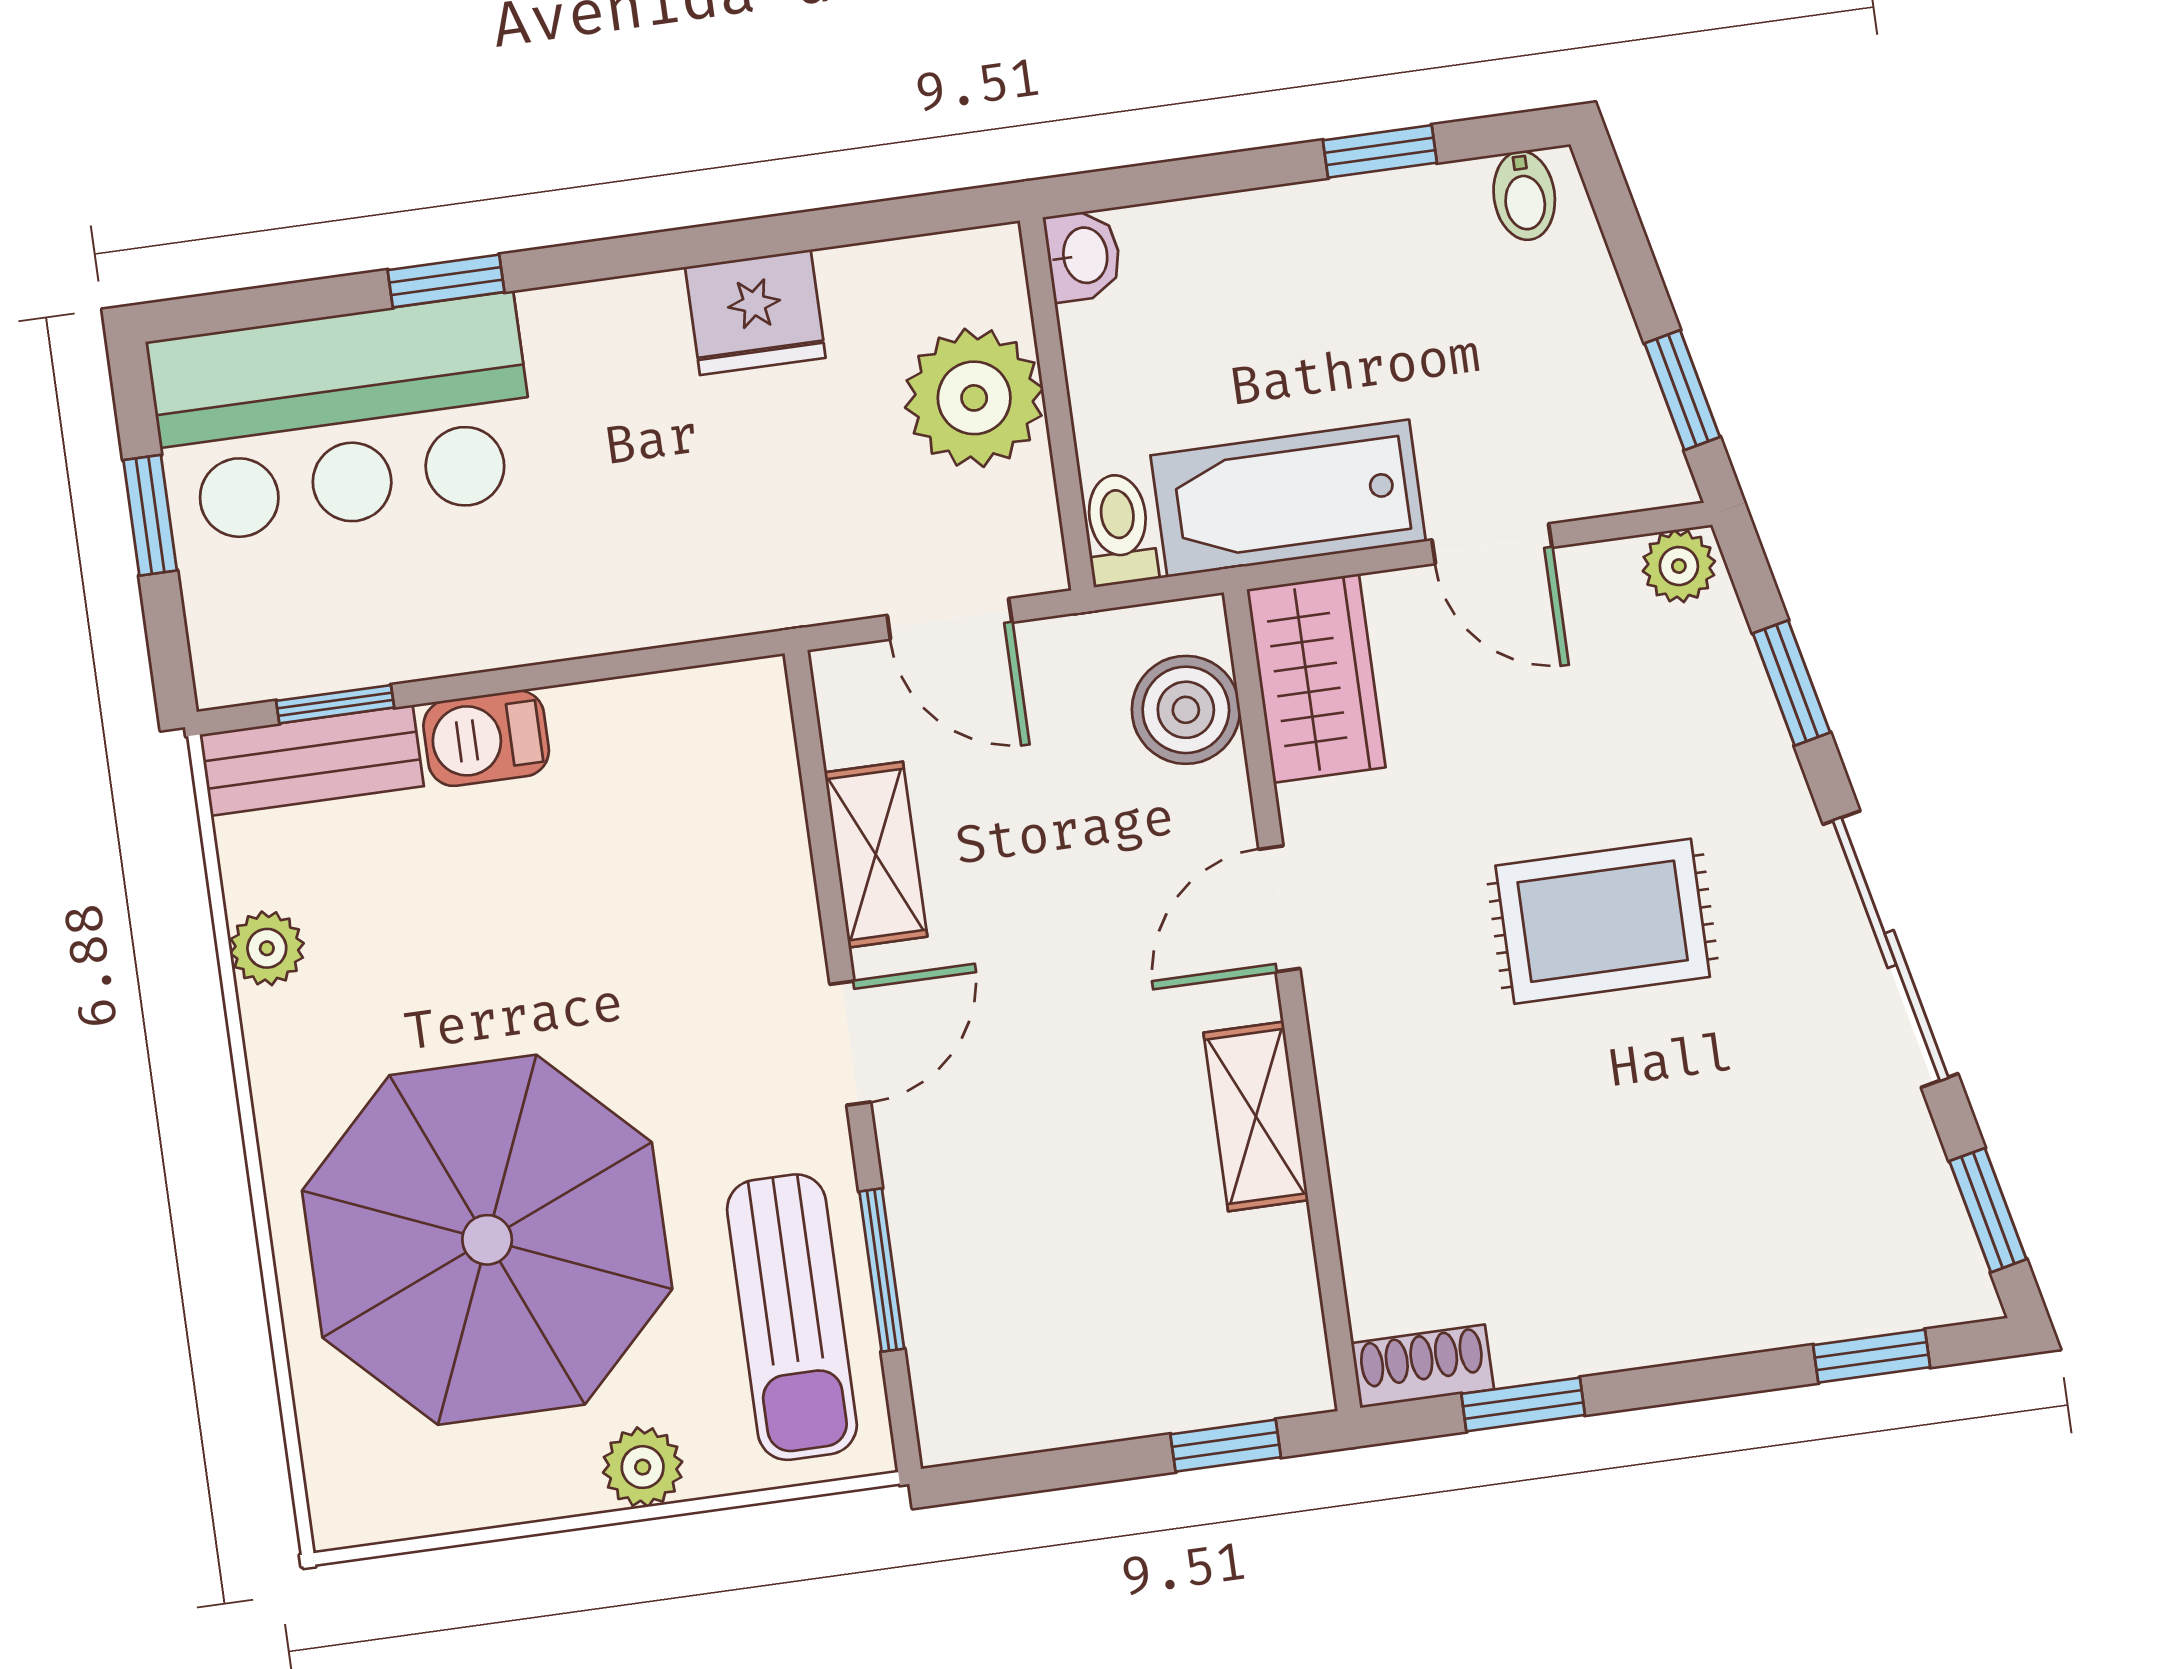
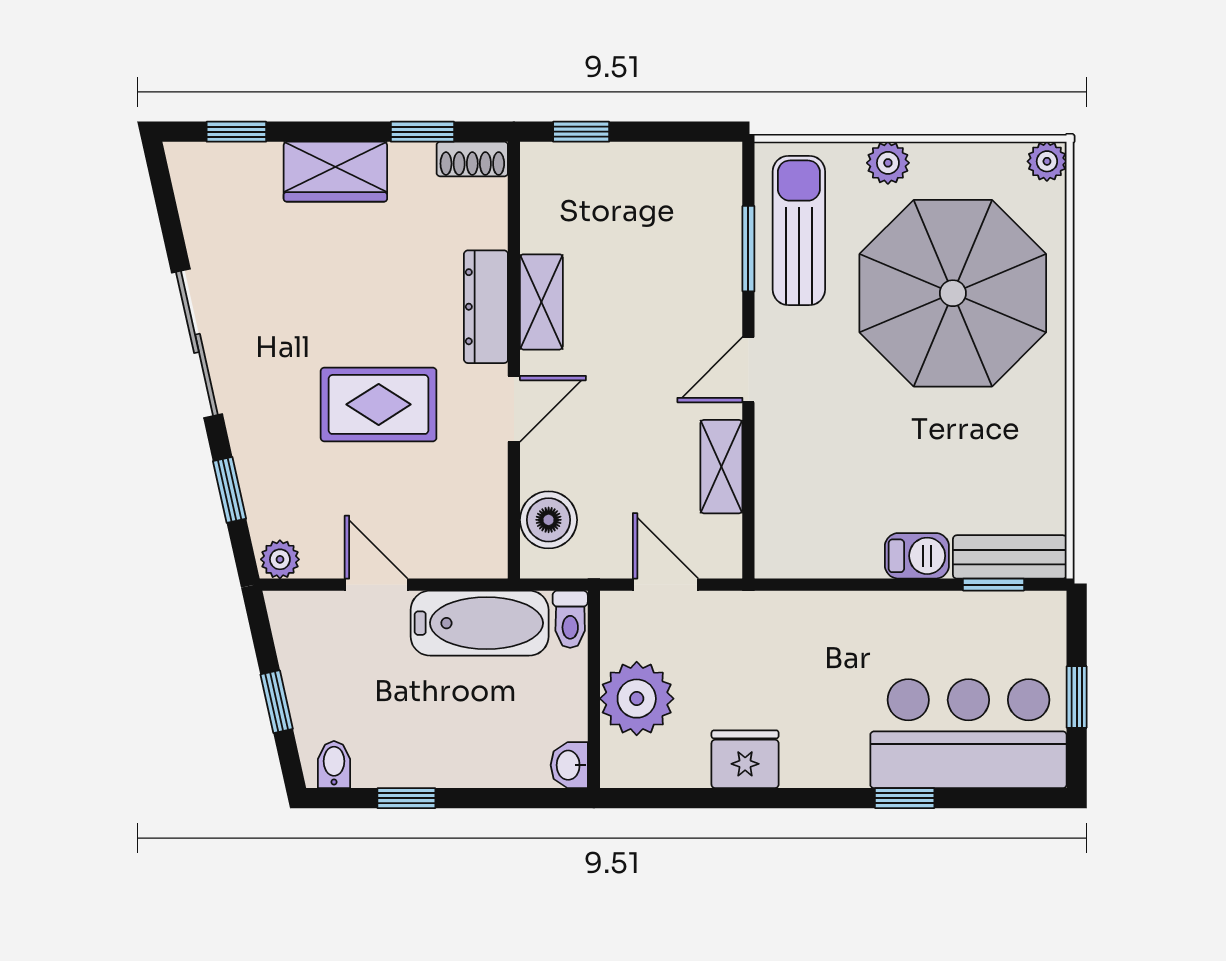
window: (1682, 390) -> (277, 702), moved
wardrobe: (1316, 678) -> (335, 172), moved, turned -90
rug: (1603, 921) -> (379, 404), moved
plant: (267, 948) -> (1047, 161), moved
dresser: (1358, 1093) -> (486, 307), added
window: (1988, 1210) -> (165, 200), removed

